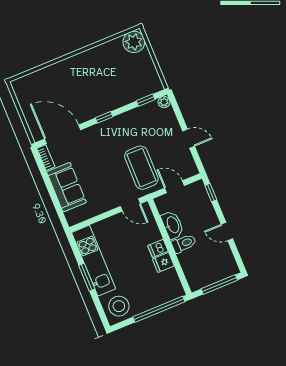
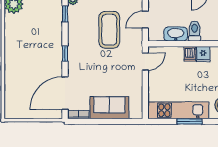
coffee table: (141, 168) -> (109, 30), moved, turned 90

